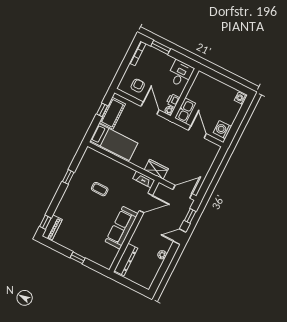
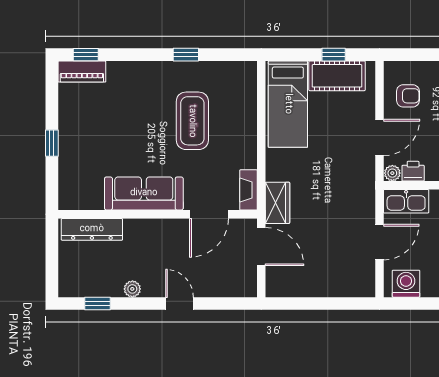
coffee table: (100, 189) -> (192, 121), width x1.86, depth x1.72
door: (182, 192) -> (261, 247), moved
door: (146, 203) -> (209, 214), hinge flipped
window: (190, 216) -> (98, 303), moved

